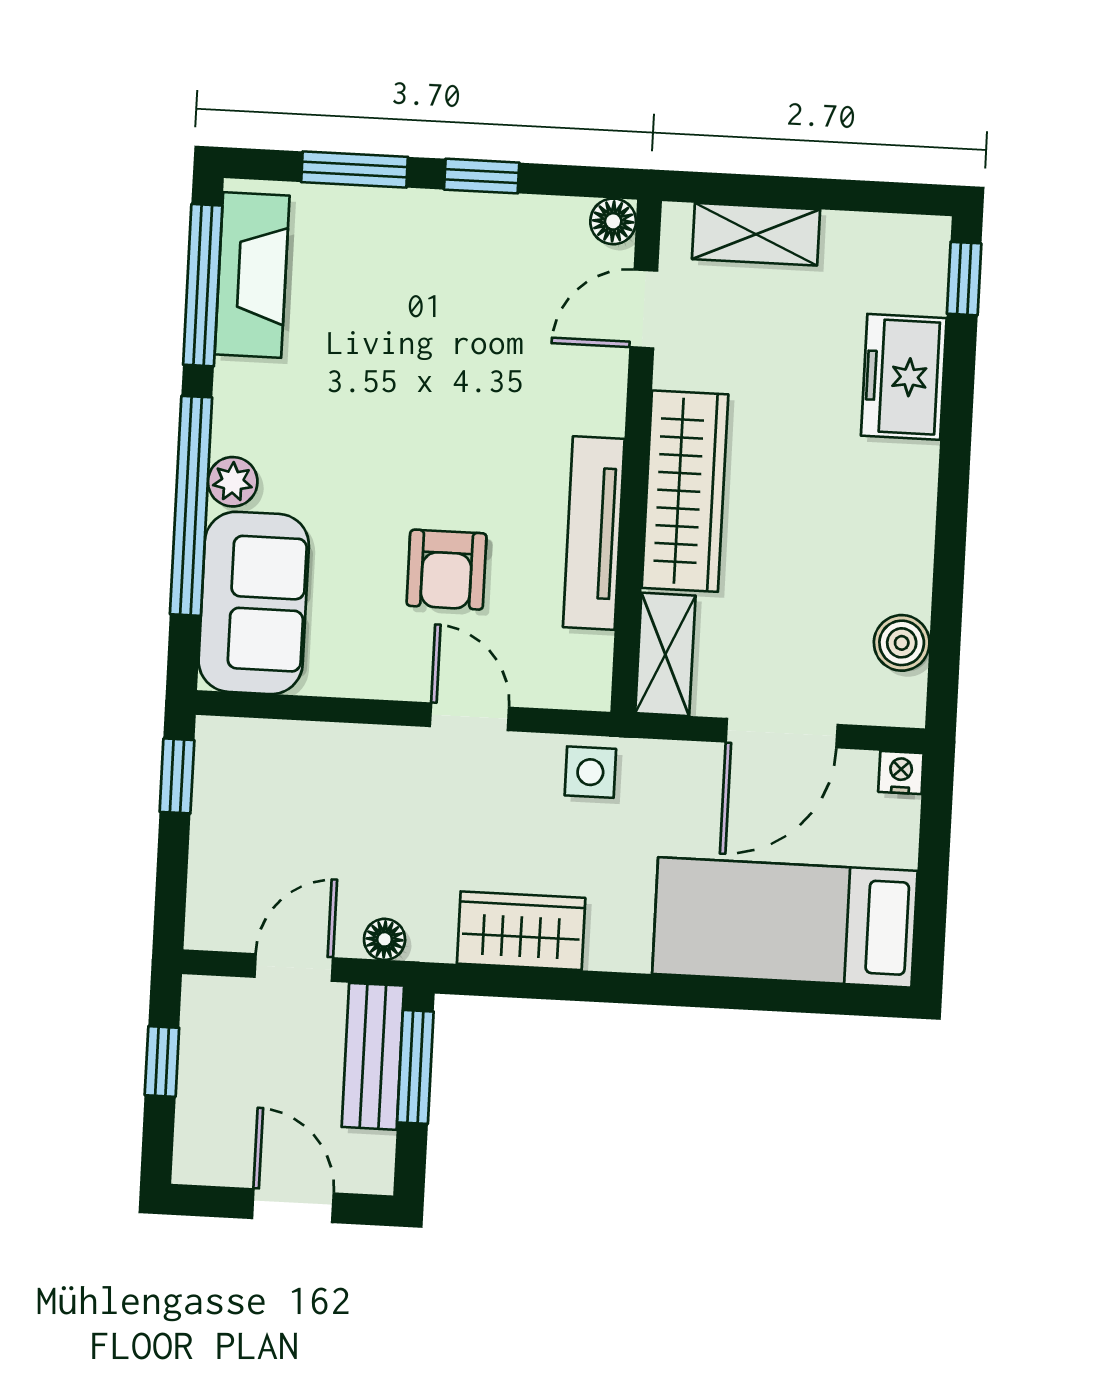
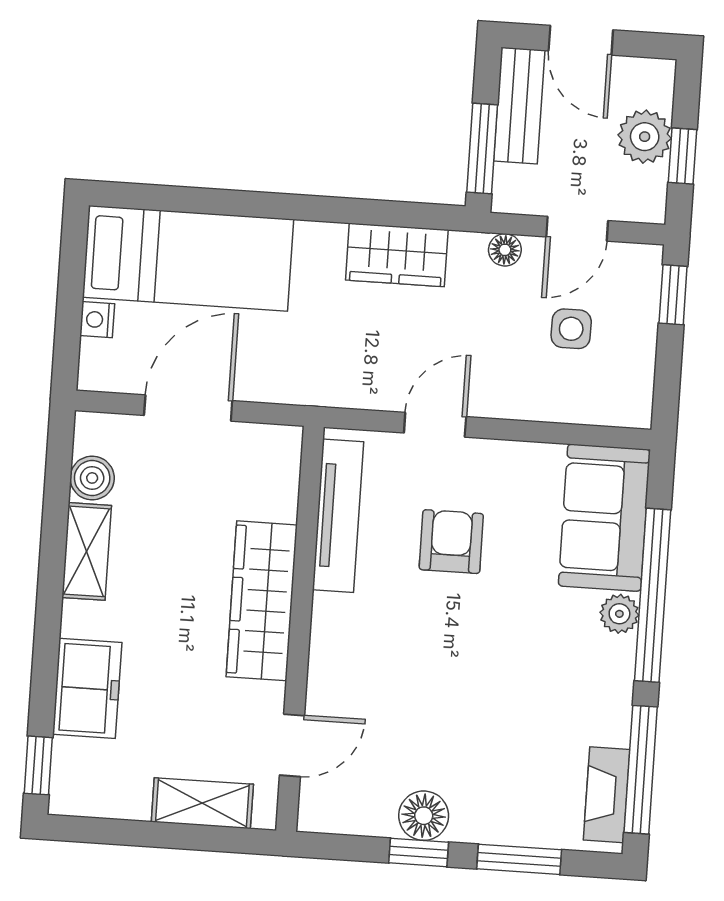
floor lamp: (613, 221) -> (424, 816), moved, width x1.37, depth x1.37
fireplace: (252, 275) -> (607, 795), width x0.73, depth x0.76
tv unit: (594, 533) -> (338, 516), moved
shelving: (665, 654) -> (87, 551), moved
door: (469, 717) -> (435, 425), swing flipped
side table: (590, 772) -> (571, 329), moved
nightstand: (901, 772) -> (97, 320), moved, turned 90
window: (177, 776) -> (673, 295), moved
bench: (373, 1056) -> (519, 106), moved
plant: (210, 1085) -> (645, 137), added

